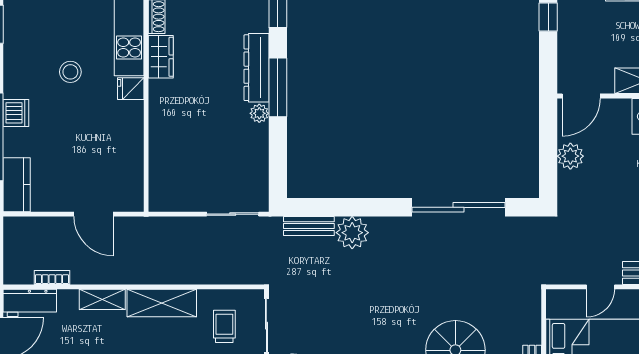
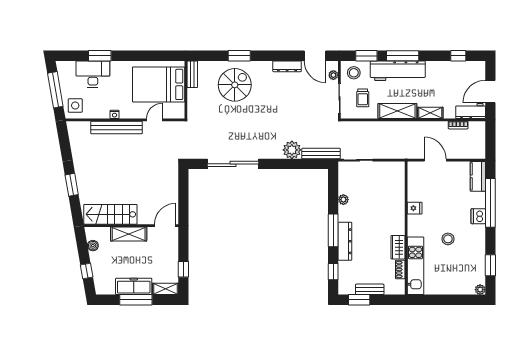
fridge: (131, 89) -> (415, 208), moved
plant: (259, 113) -> (343, 200), moved
plant: (570, 156) -> (171, 192), removed
bench: (309, 226) -> (321, 154), width x1.36

